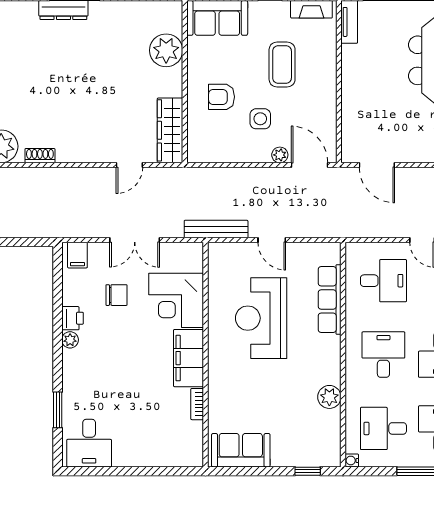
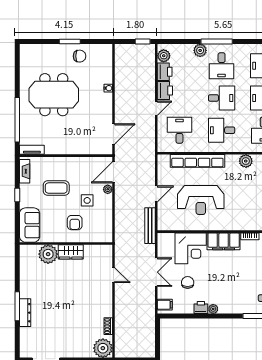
wardrobe: (170, 130) -> (71, 252), moved, width x0.67
row of seats: (330, 299) -> (197, 161), width x1.36

